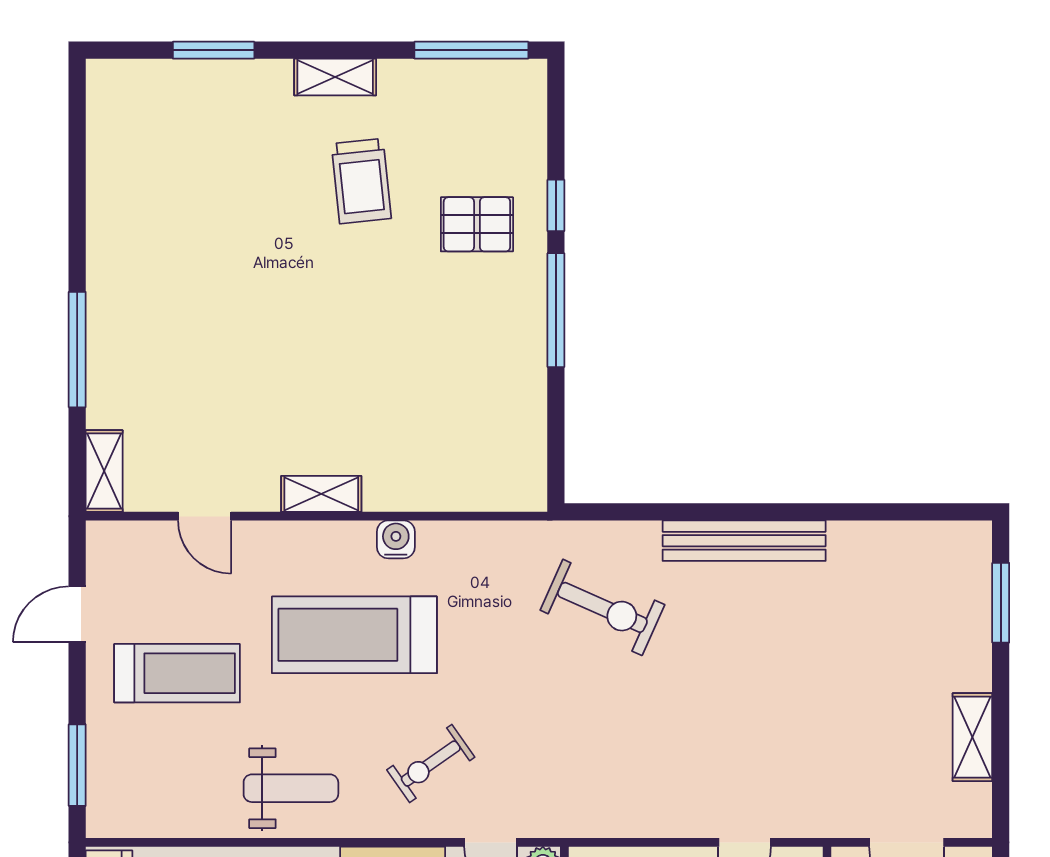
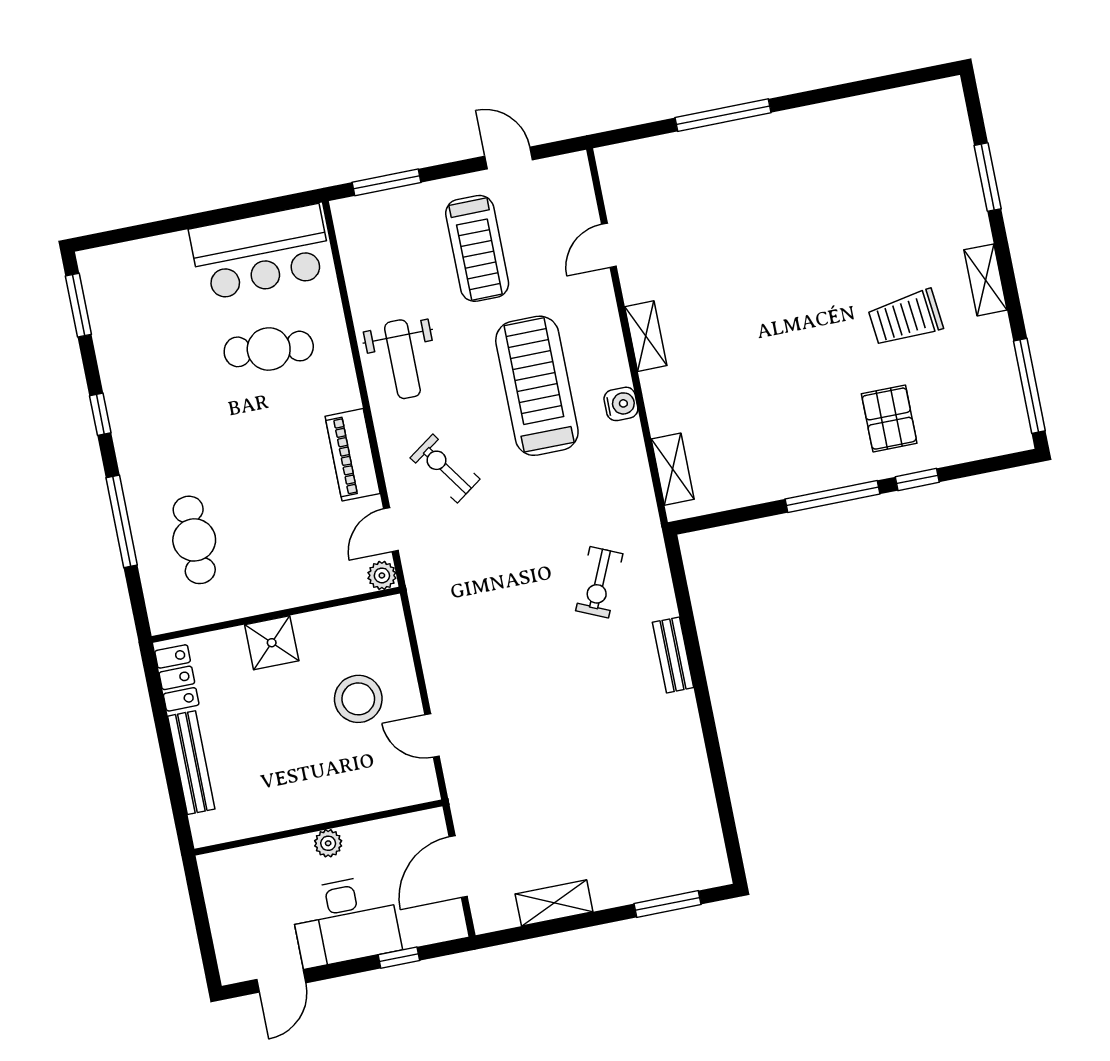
shelving: (104, 471) -> (673, 469), moved, turned 90
bench: (744, 541) -> (673, 655), width x0.54, depth x0.82
exercise bike: (602, 607) -> (599, 582), width x0.73, depth x0.72

